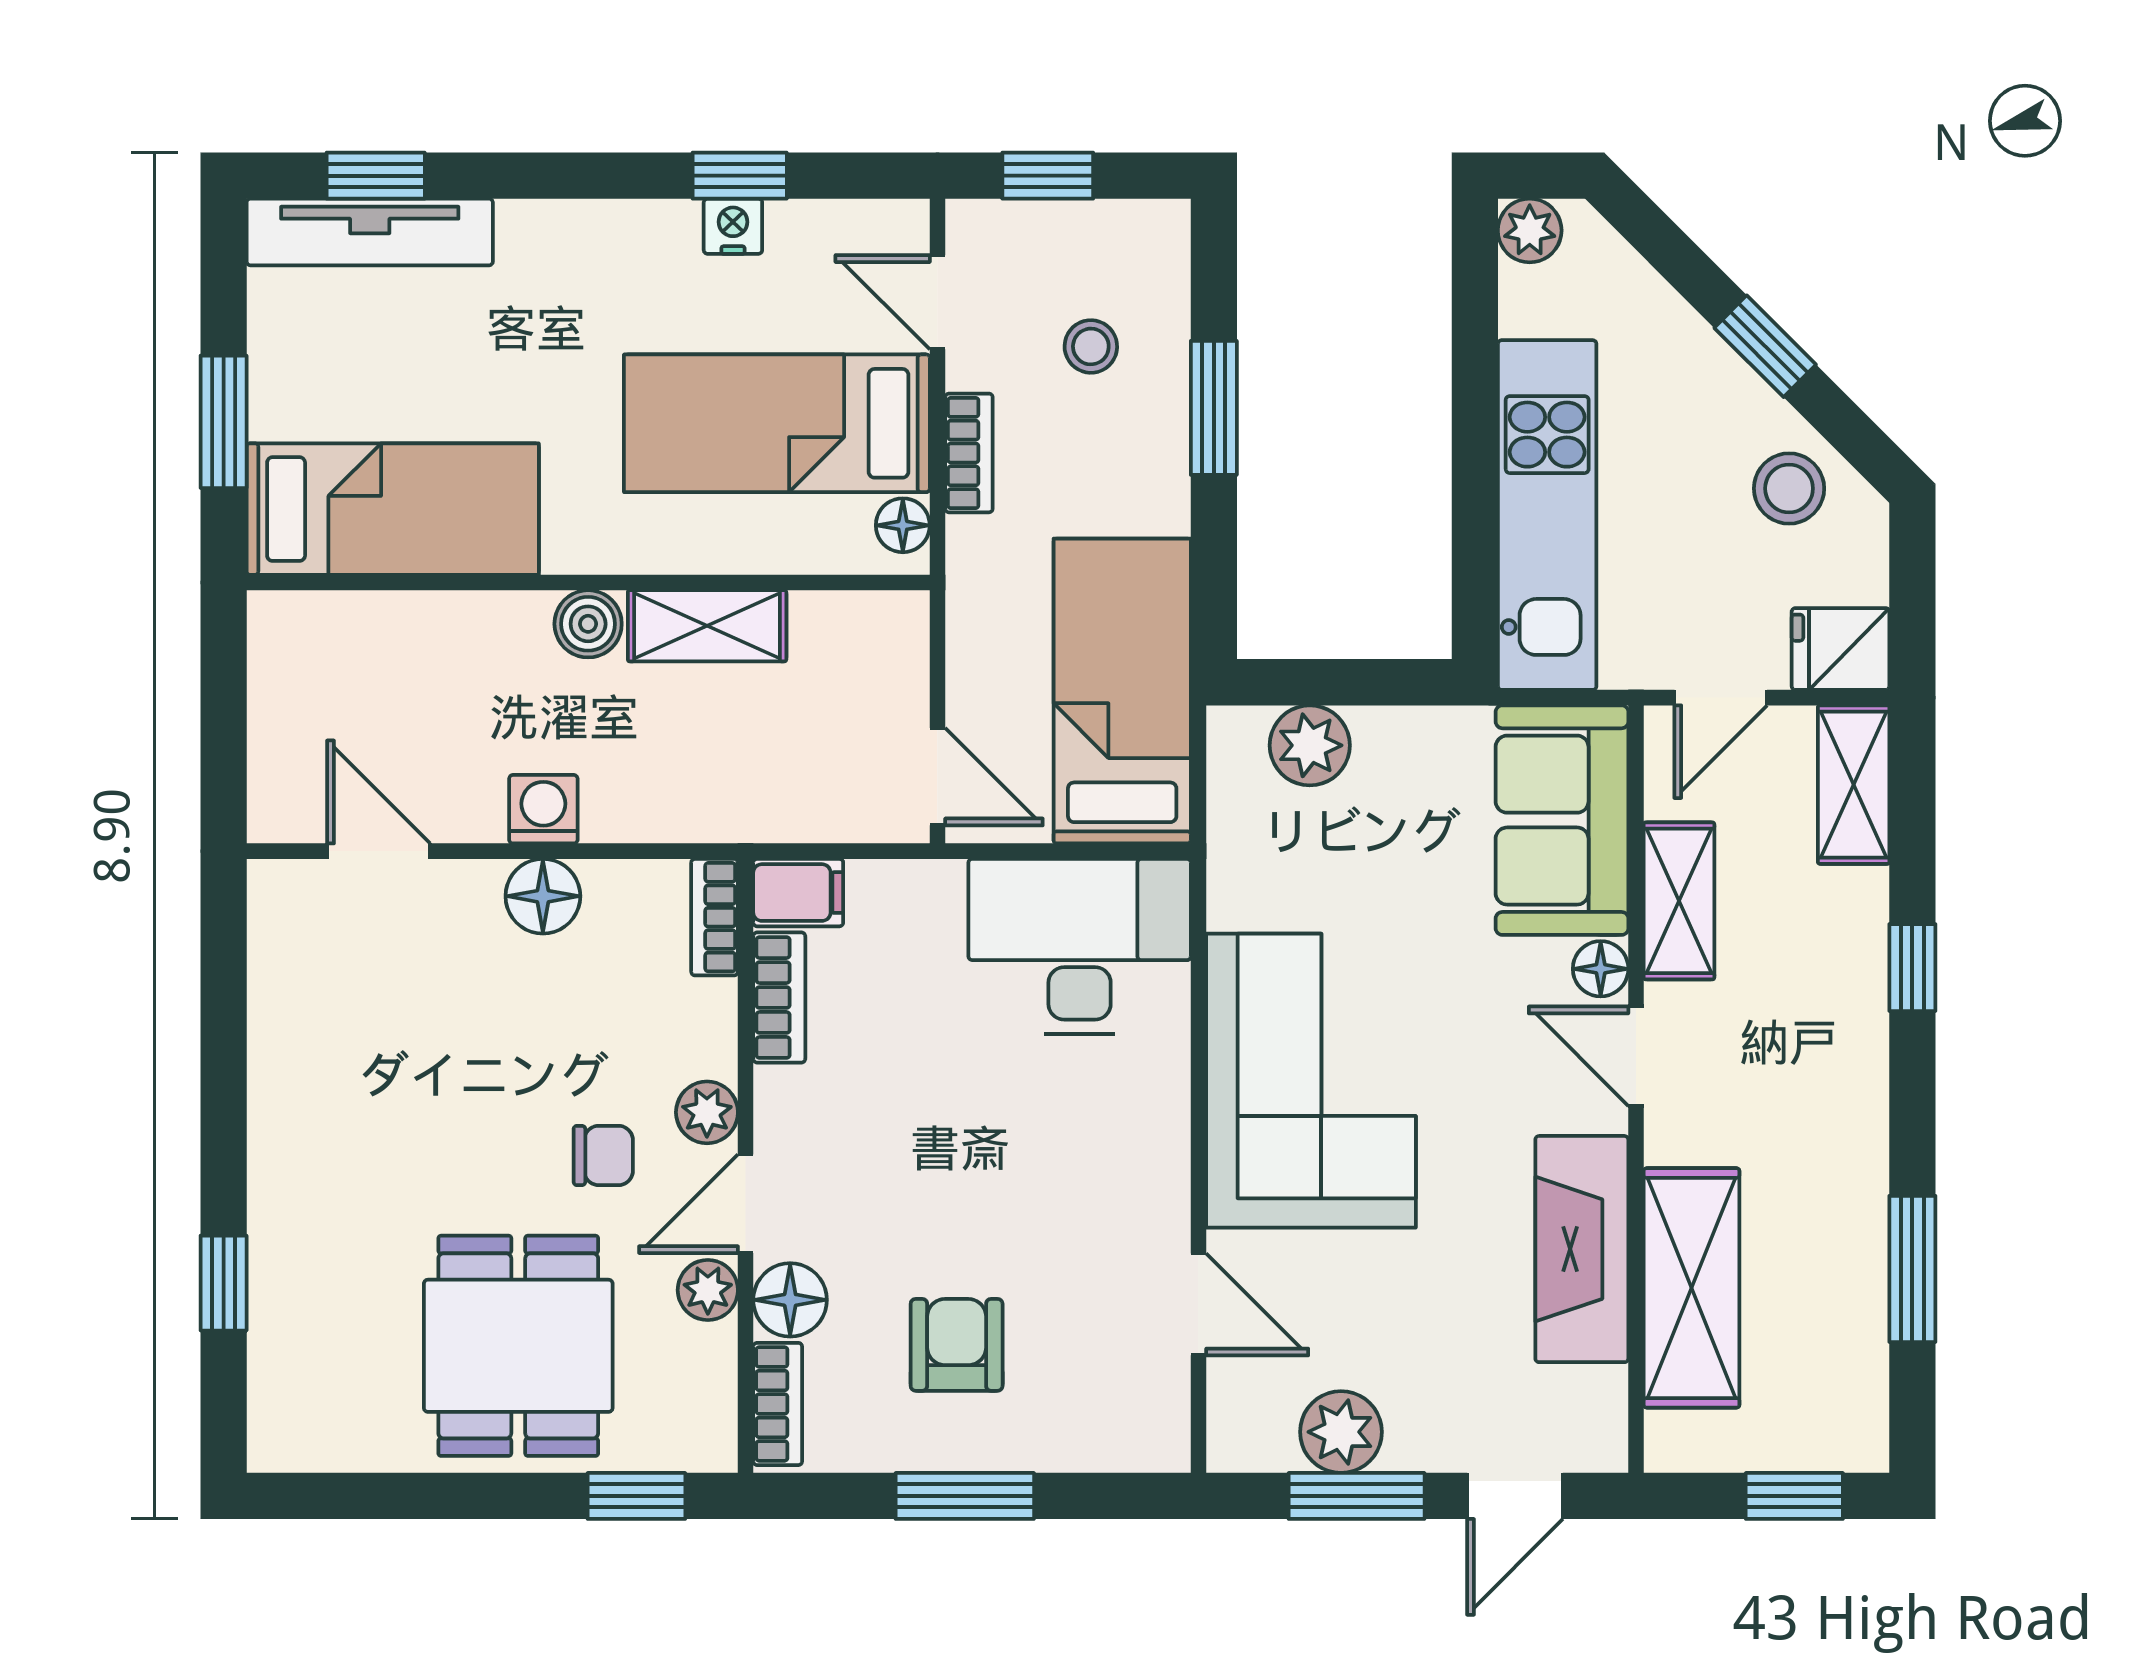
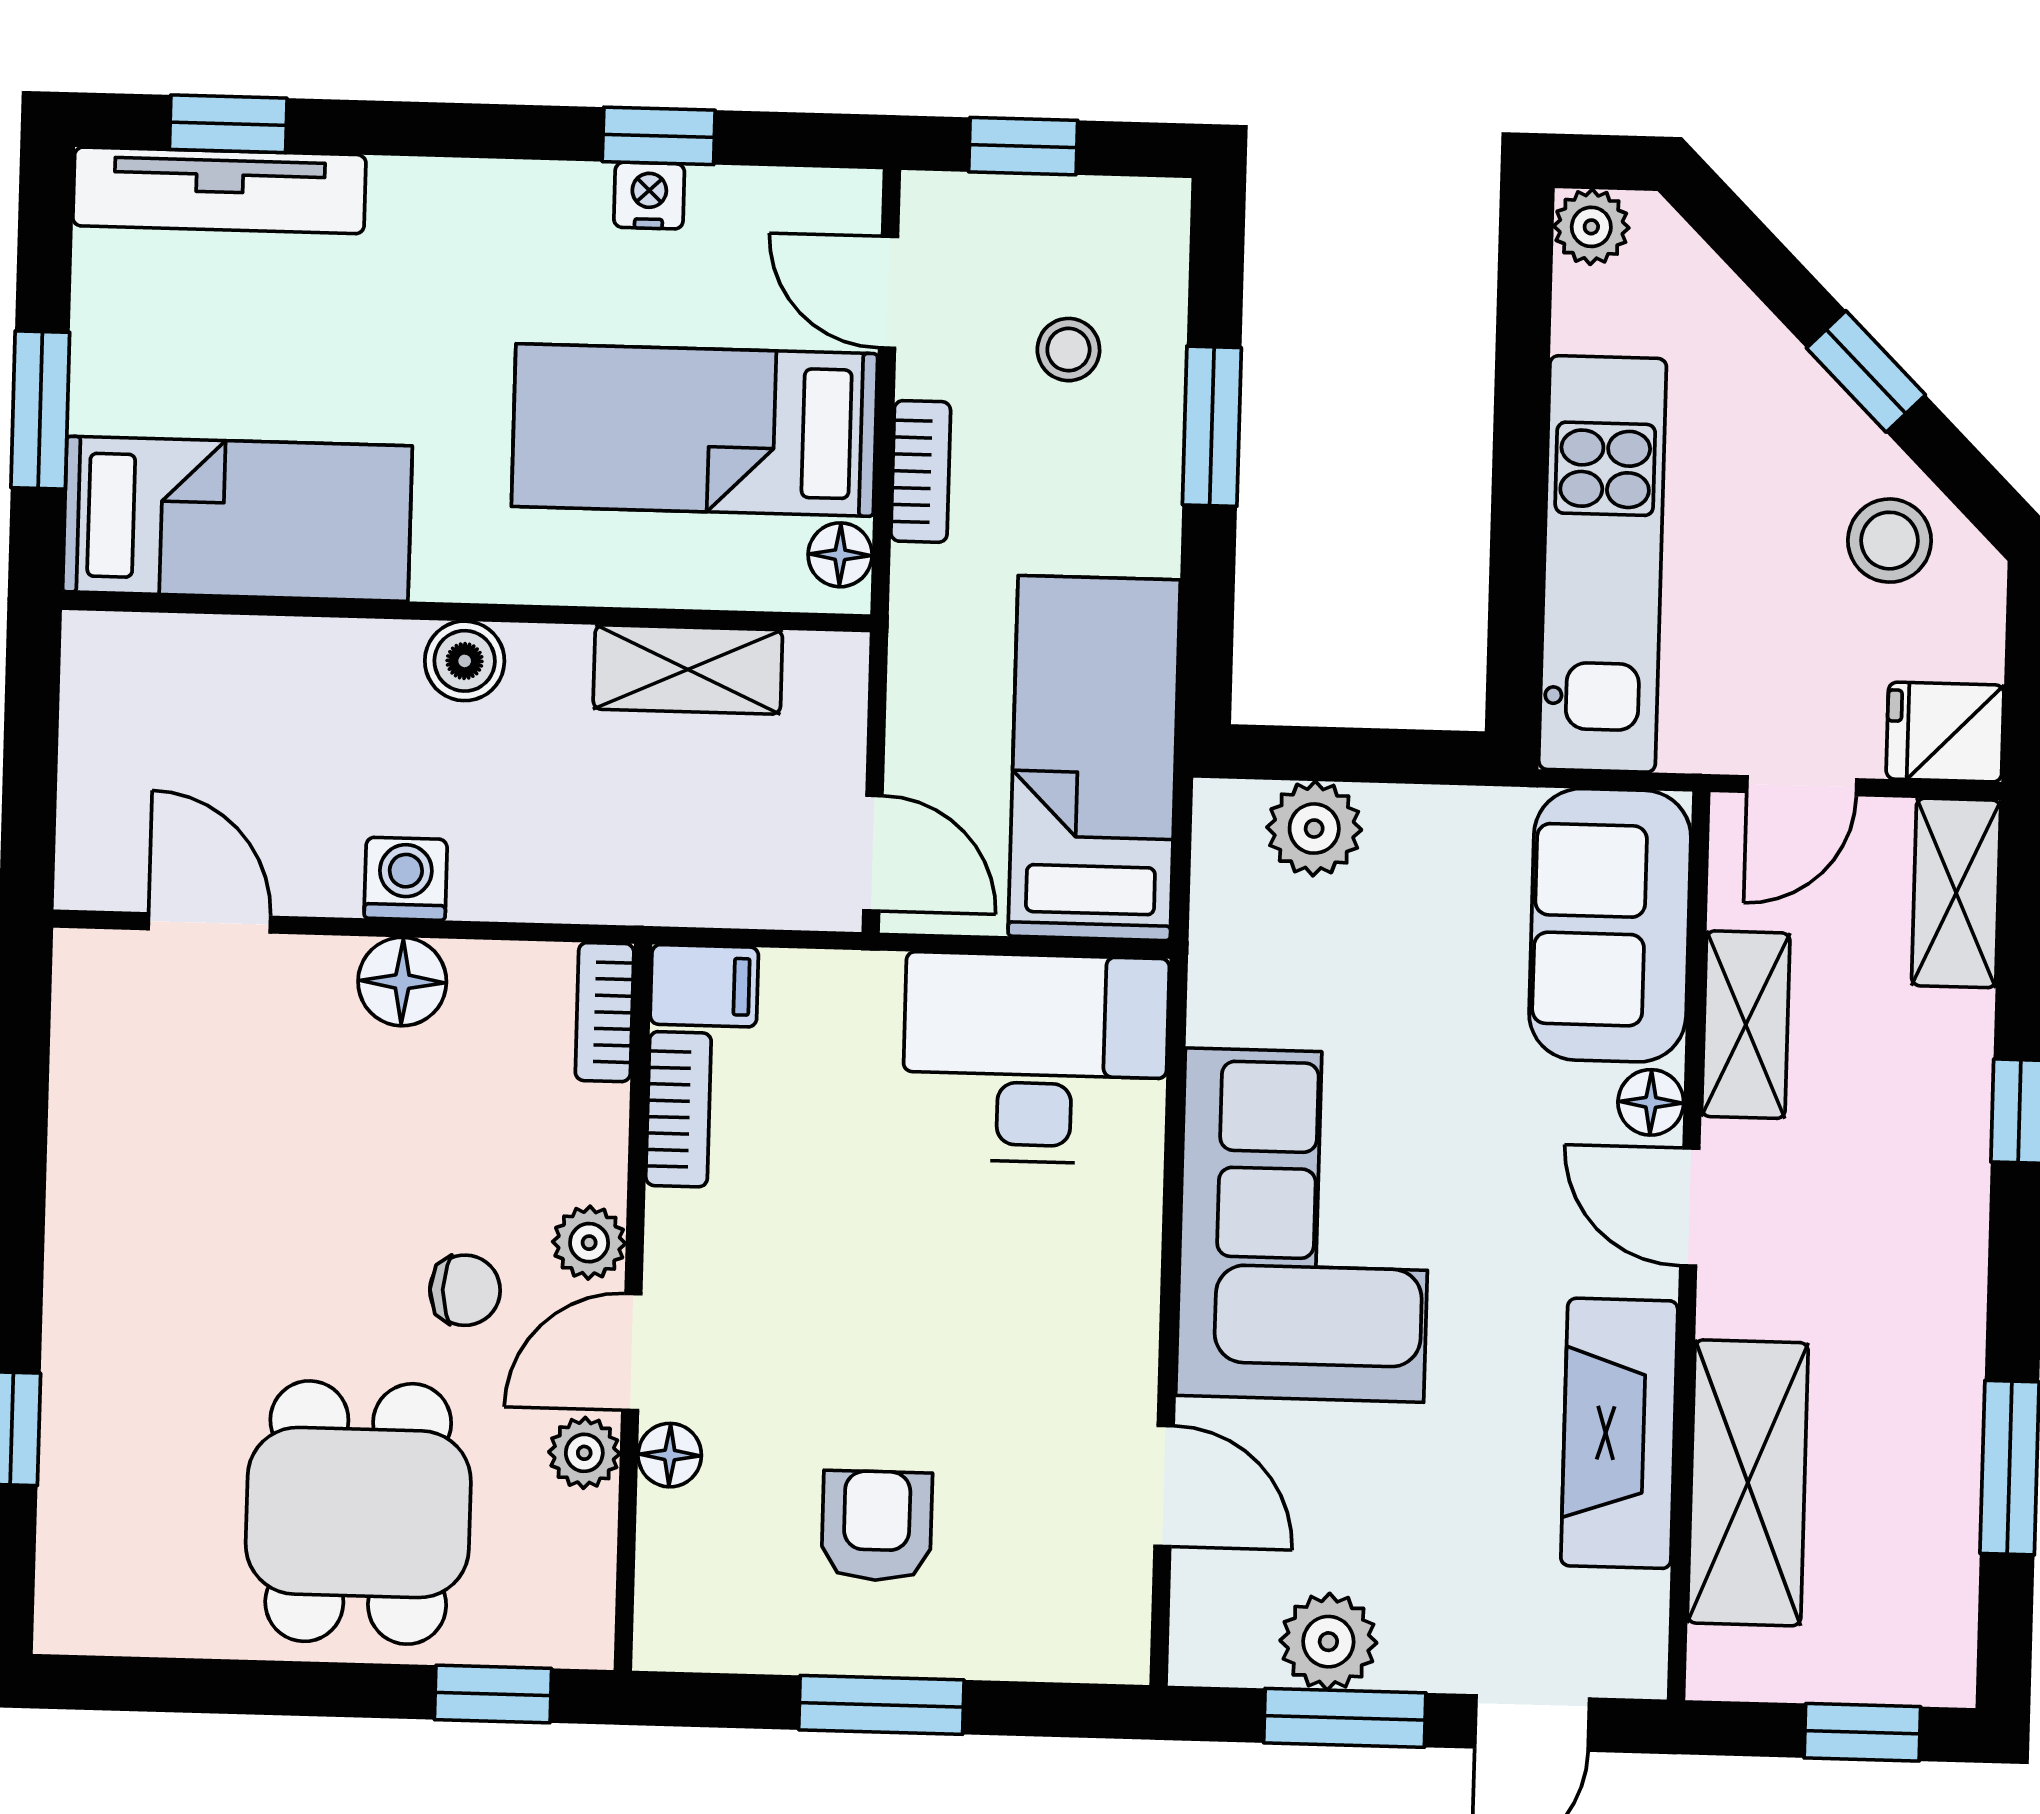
shelving: (707, 626) -> (688, 670), moved
floor lamp: (790, 1300) -> (670, 1455), width x0.73, depth x0.73
bookcase: (778, 1404) -> (663, 1590), removed

